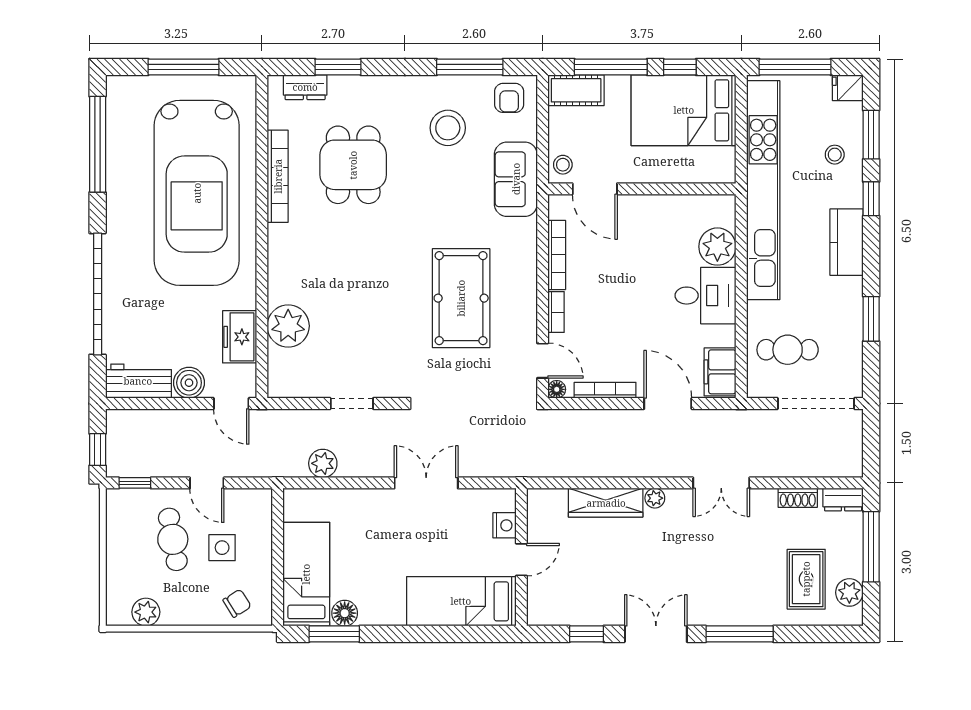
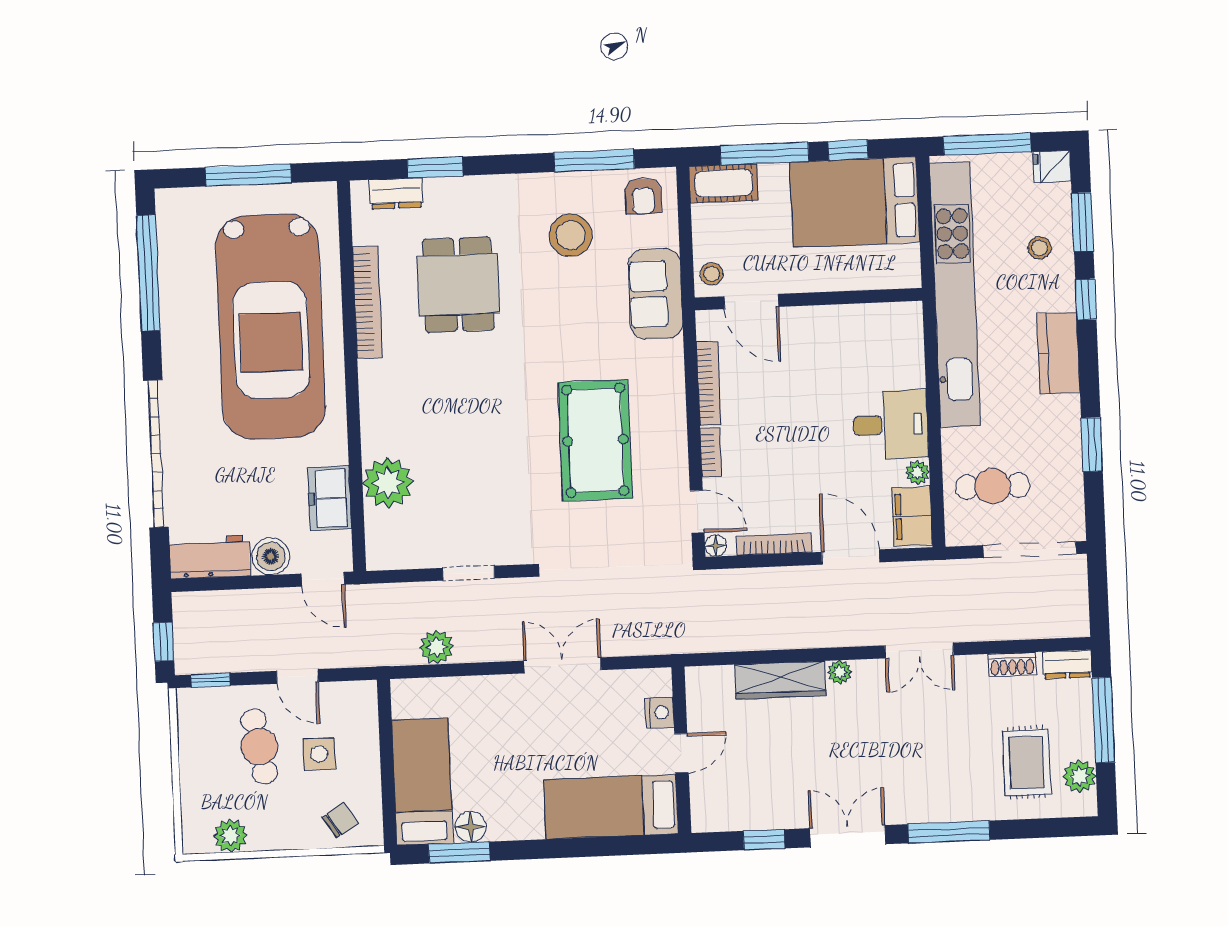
plant: (717, 247) -> (917, 472), moved, width x0.53, depth x0.53

